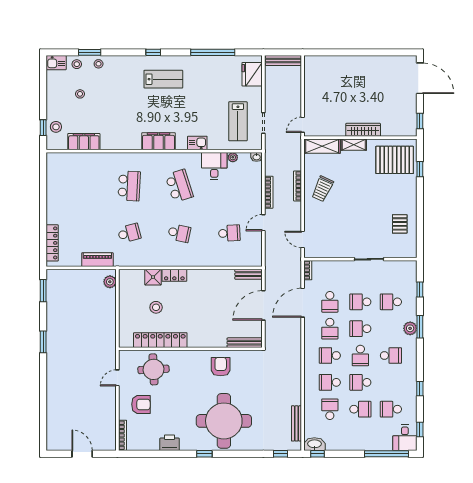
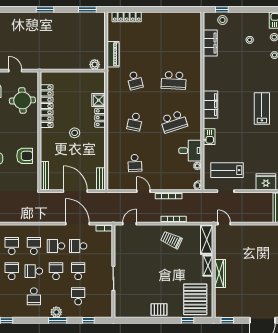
lab bench: (163, 79) -> (262, 109), turned 180
pallet: (400, 224) -> (159, 309), moved
stool: (156, 307) -> (75, 133), moved

